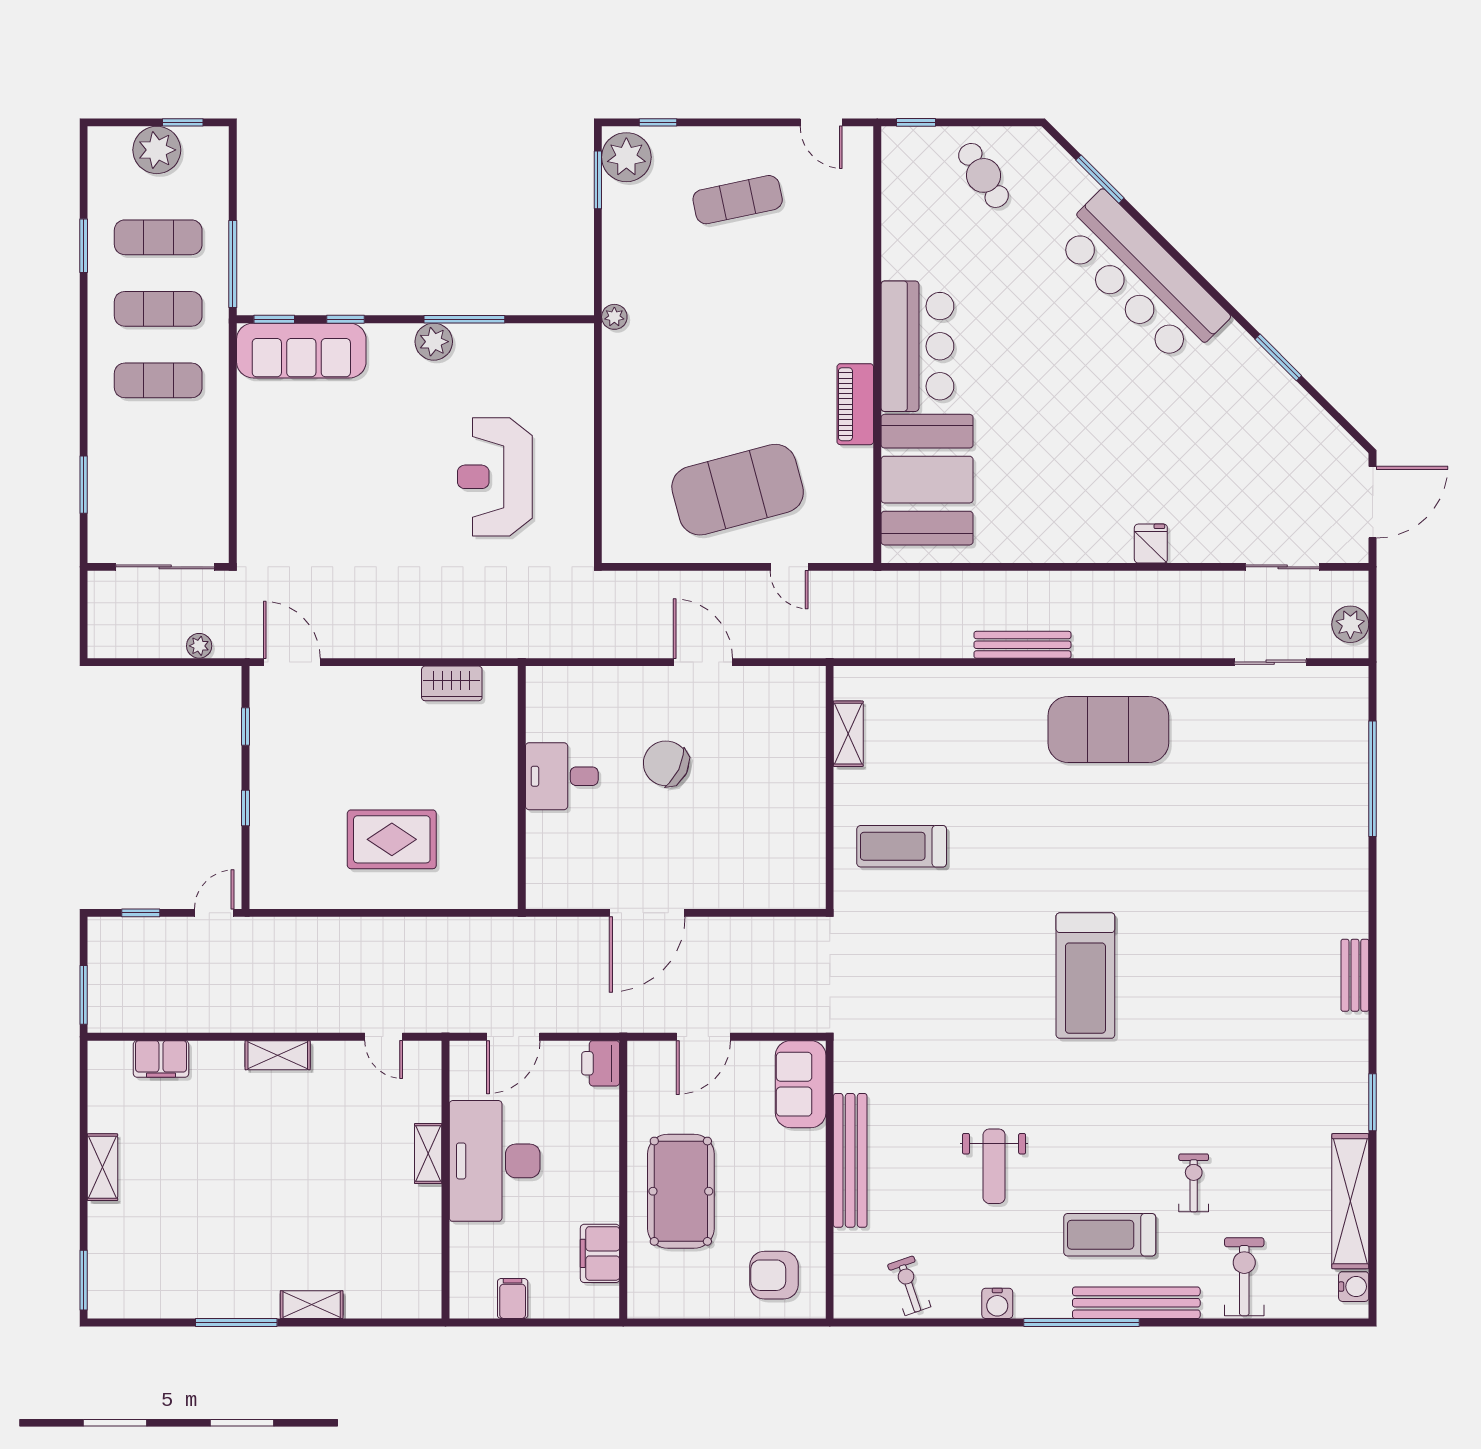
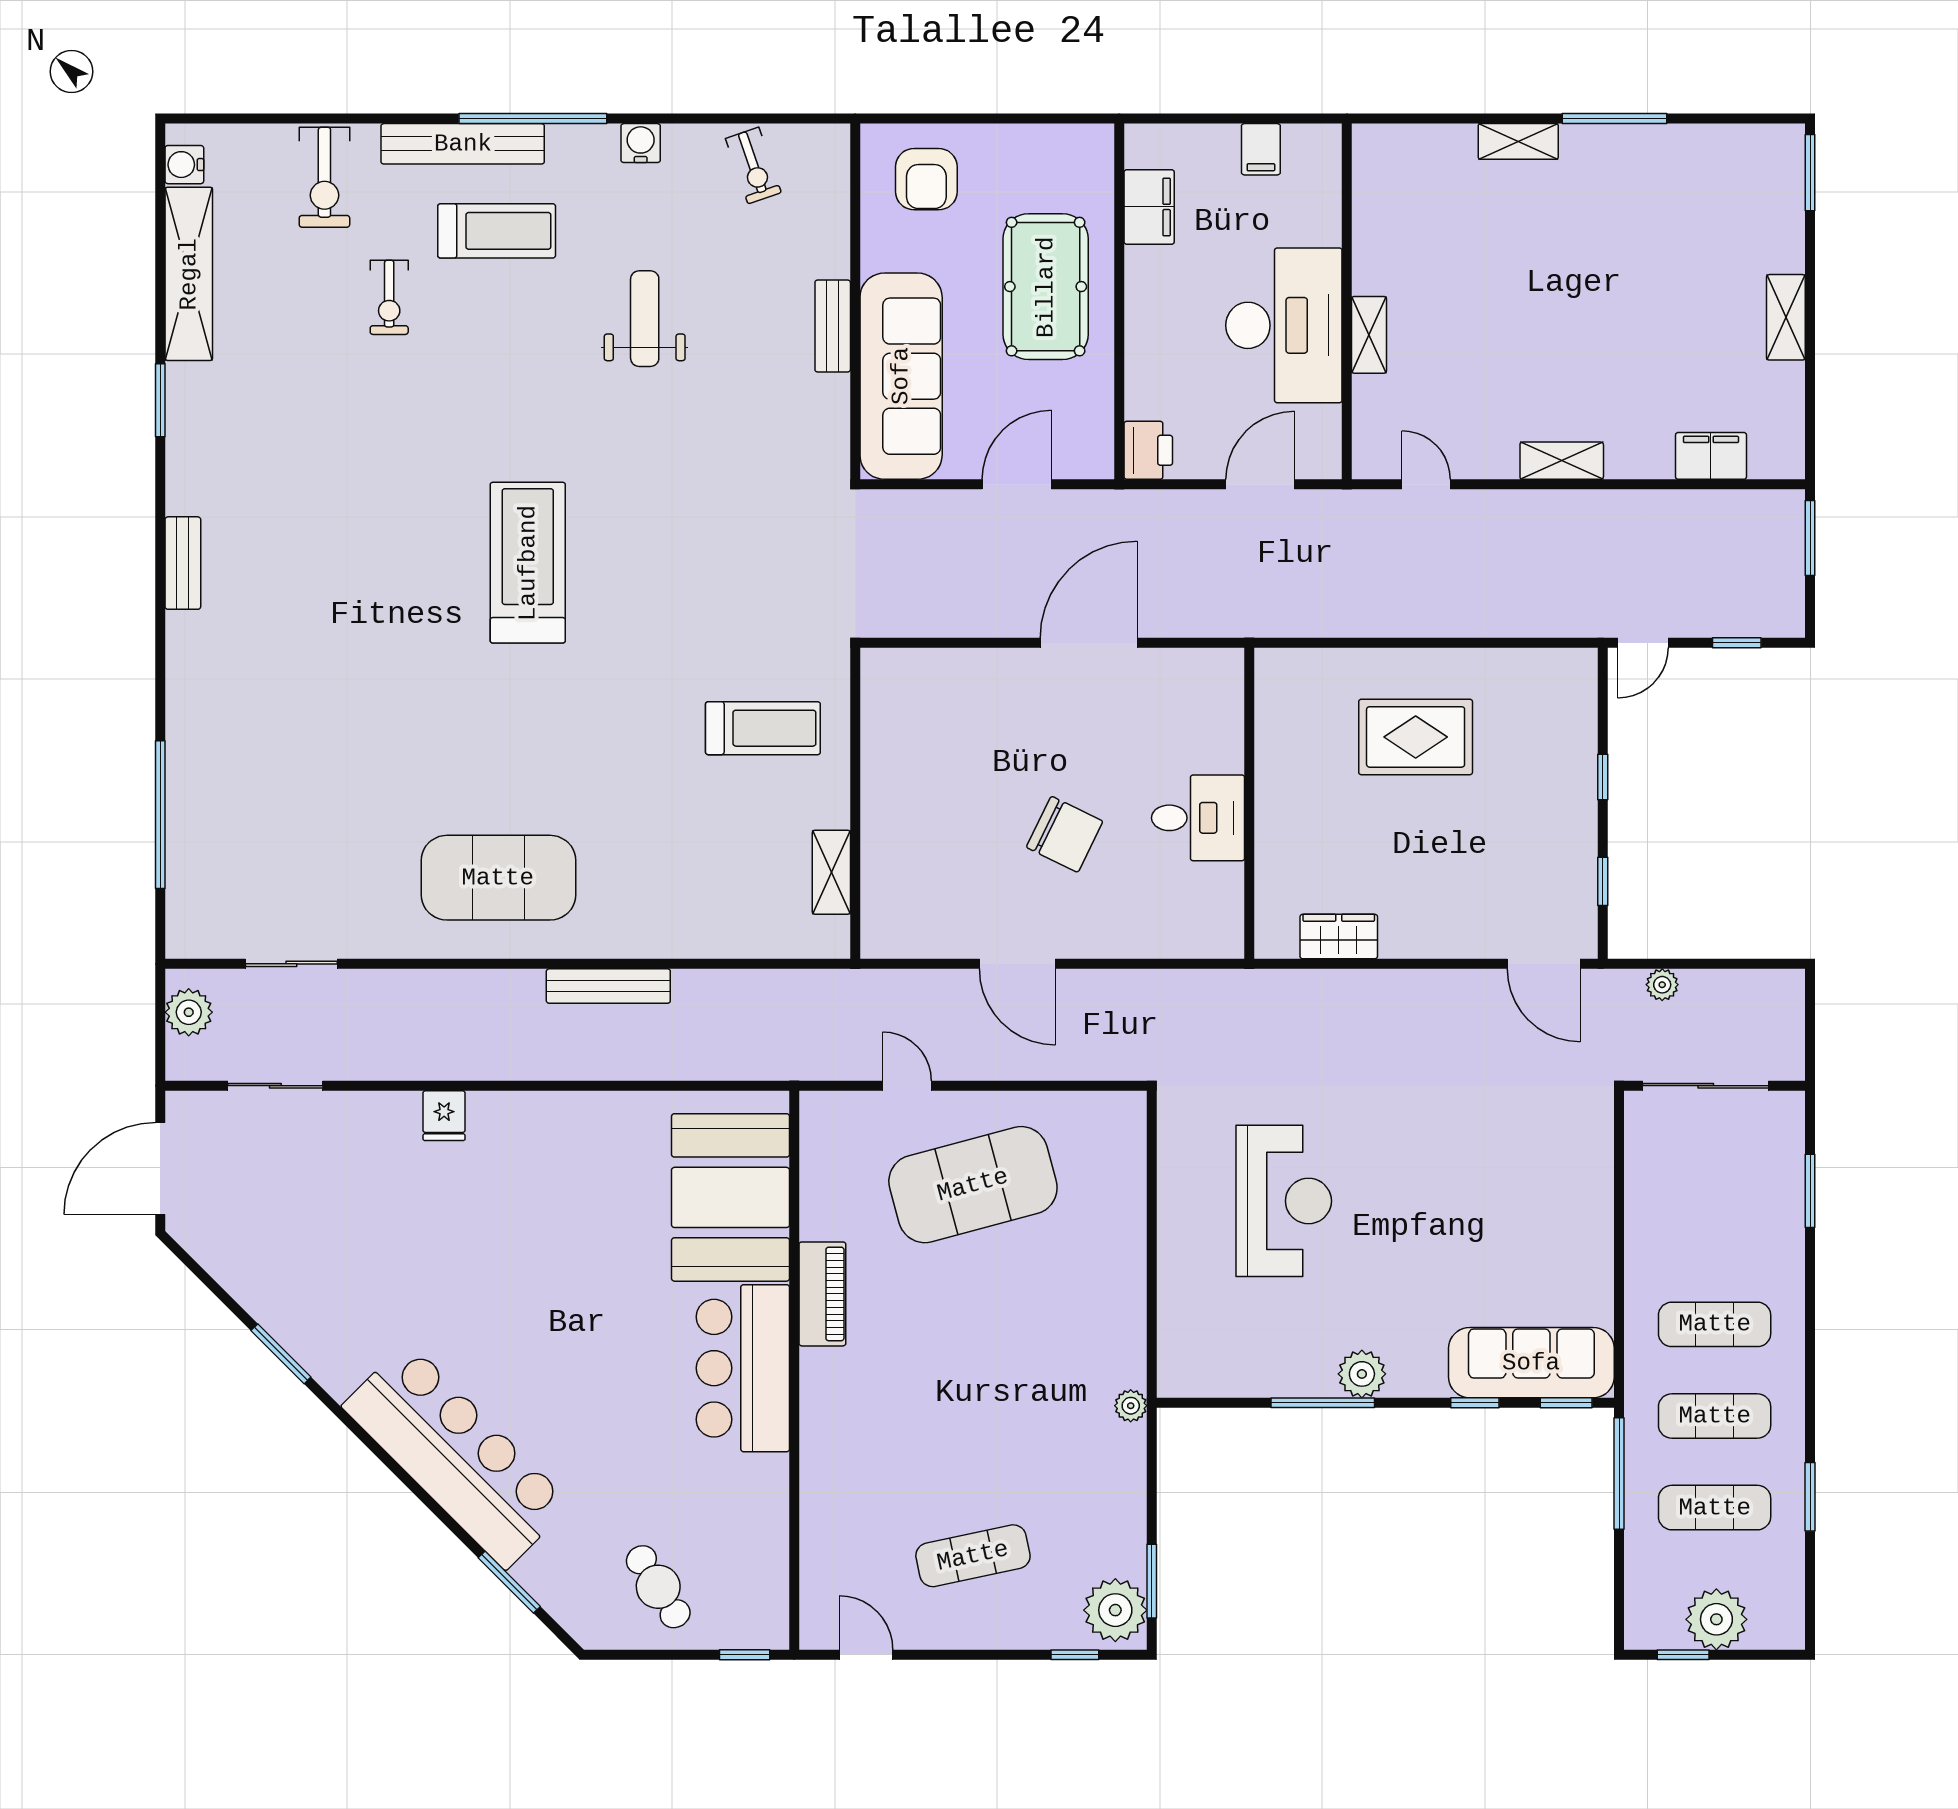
sofa: (801, 1084) -> (901, 376), width x1.85, depth x1.27
bench: (850, 1160) -> (833, 326), width x0.54, depth x0.82
armchair: (774, 1275) -> (926, 179), turned 90

